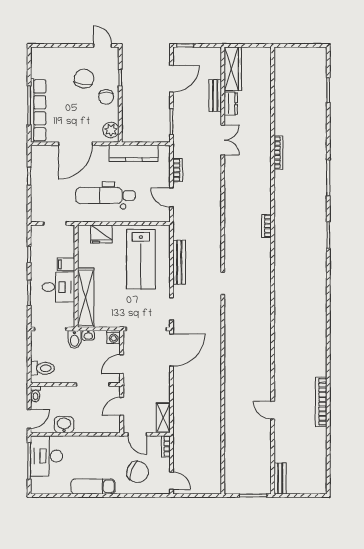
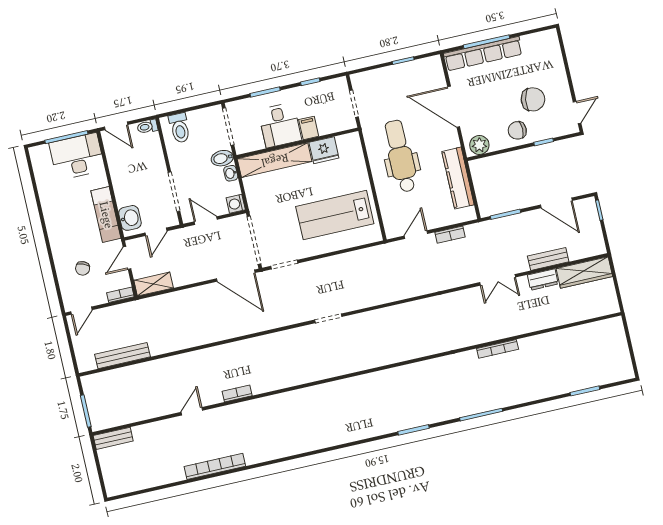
bookcase: (267, 226) -> (237, 393), moved
fridge: (101, 234) -> (324, 150), moved, turned -90
bench: (179, 262) -> (123, 356), moved
door: (122, 406) -> (156, 232), swing flipped
washbasin: (64, 425) -> (130, 218), moved
chair: (138, 472) -> (83, 268), width x0.54, depth x0.54
exam couch: (93, 486) -> (106, 215), moved, turned 180

